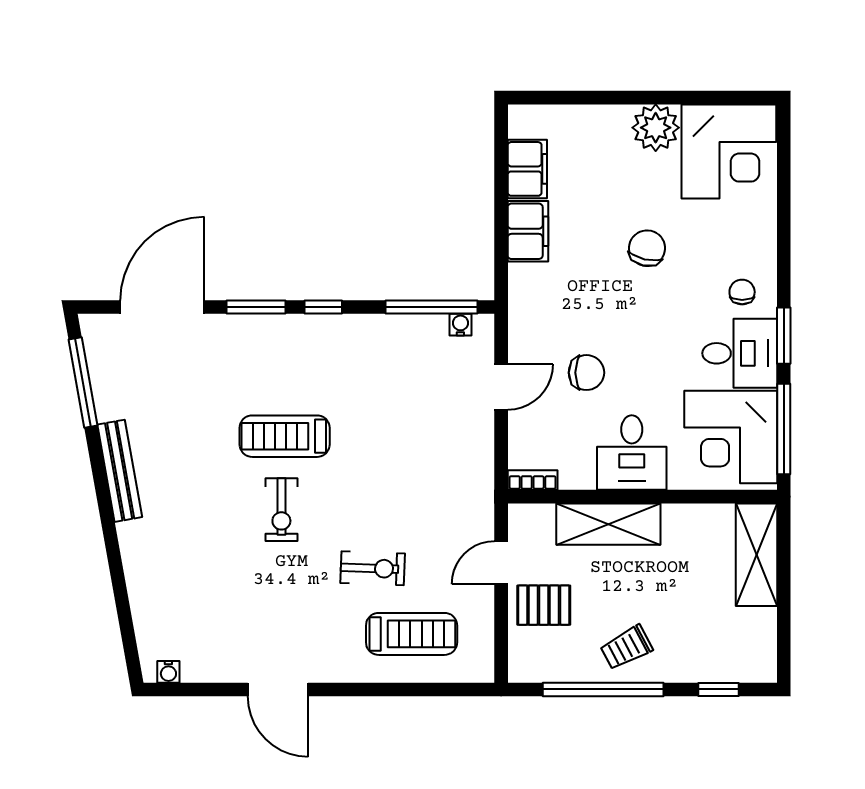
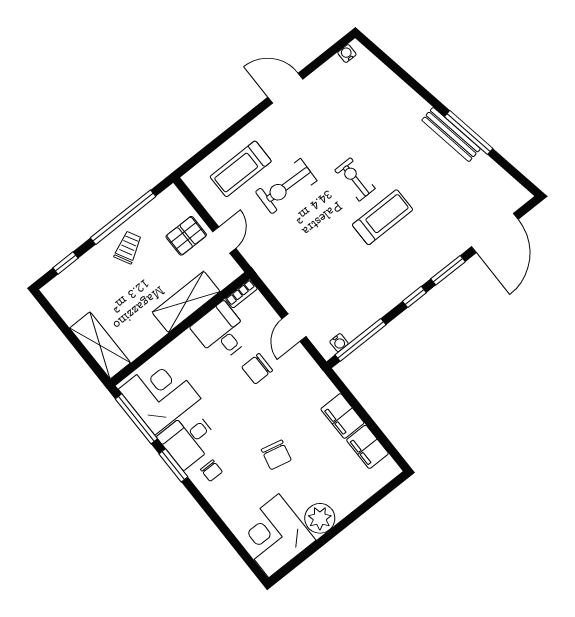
window: (83, 382) -> (469, 133), moved
desk: (632, 453) -> (221, 332), moved
exercise bike: (373, 568) -> (286, 186), width x1.38, depth x1.39

